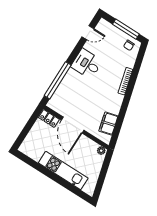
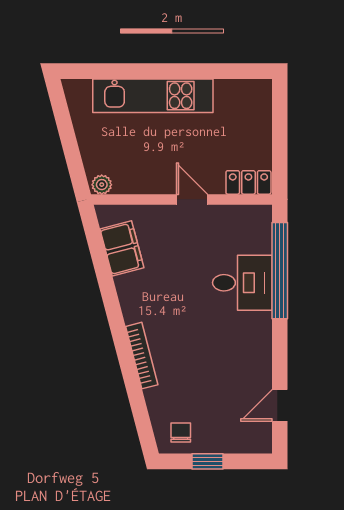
window: (126, 29) -> (208, 461), width x0.46
desk: (87, 64) -> (242, 283), moved
door: (73, 125) -> (192, 199), width x0.53

